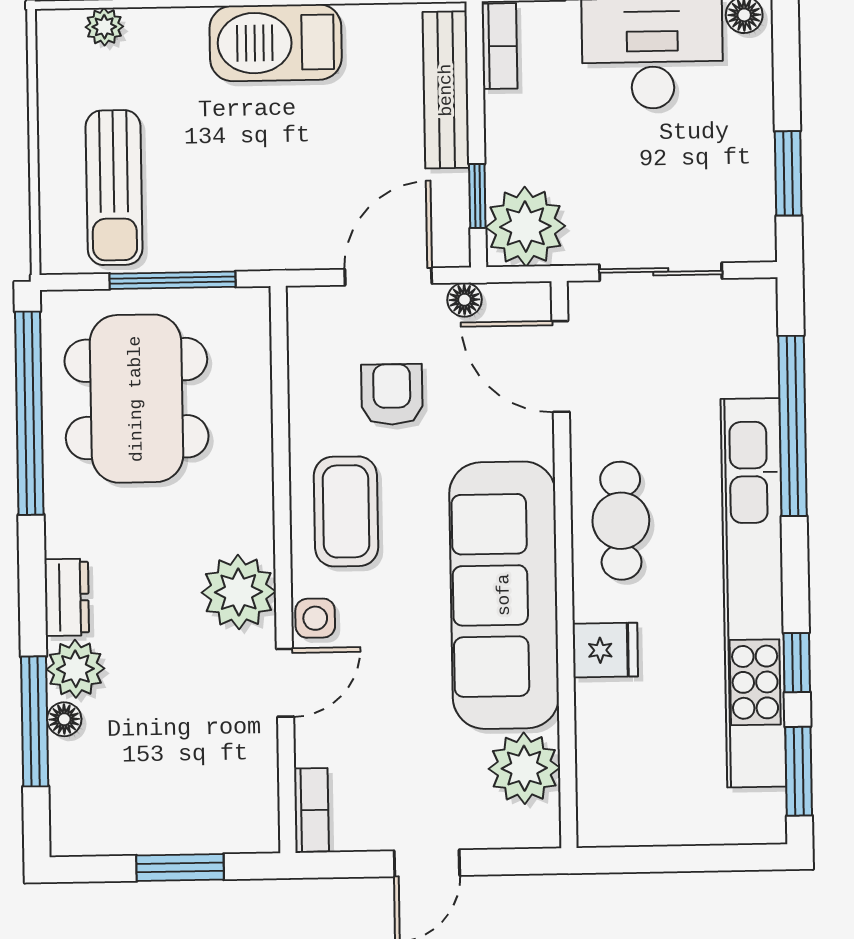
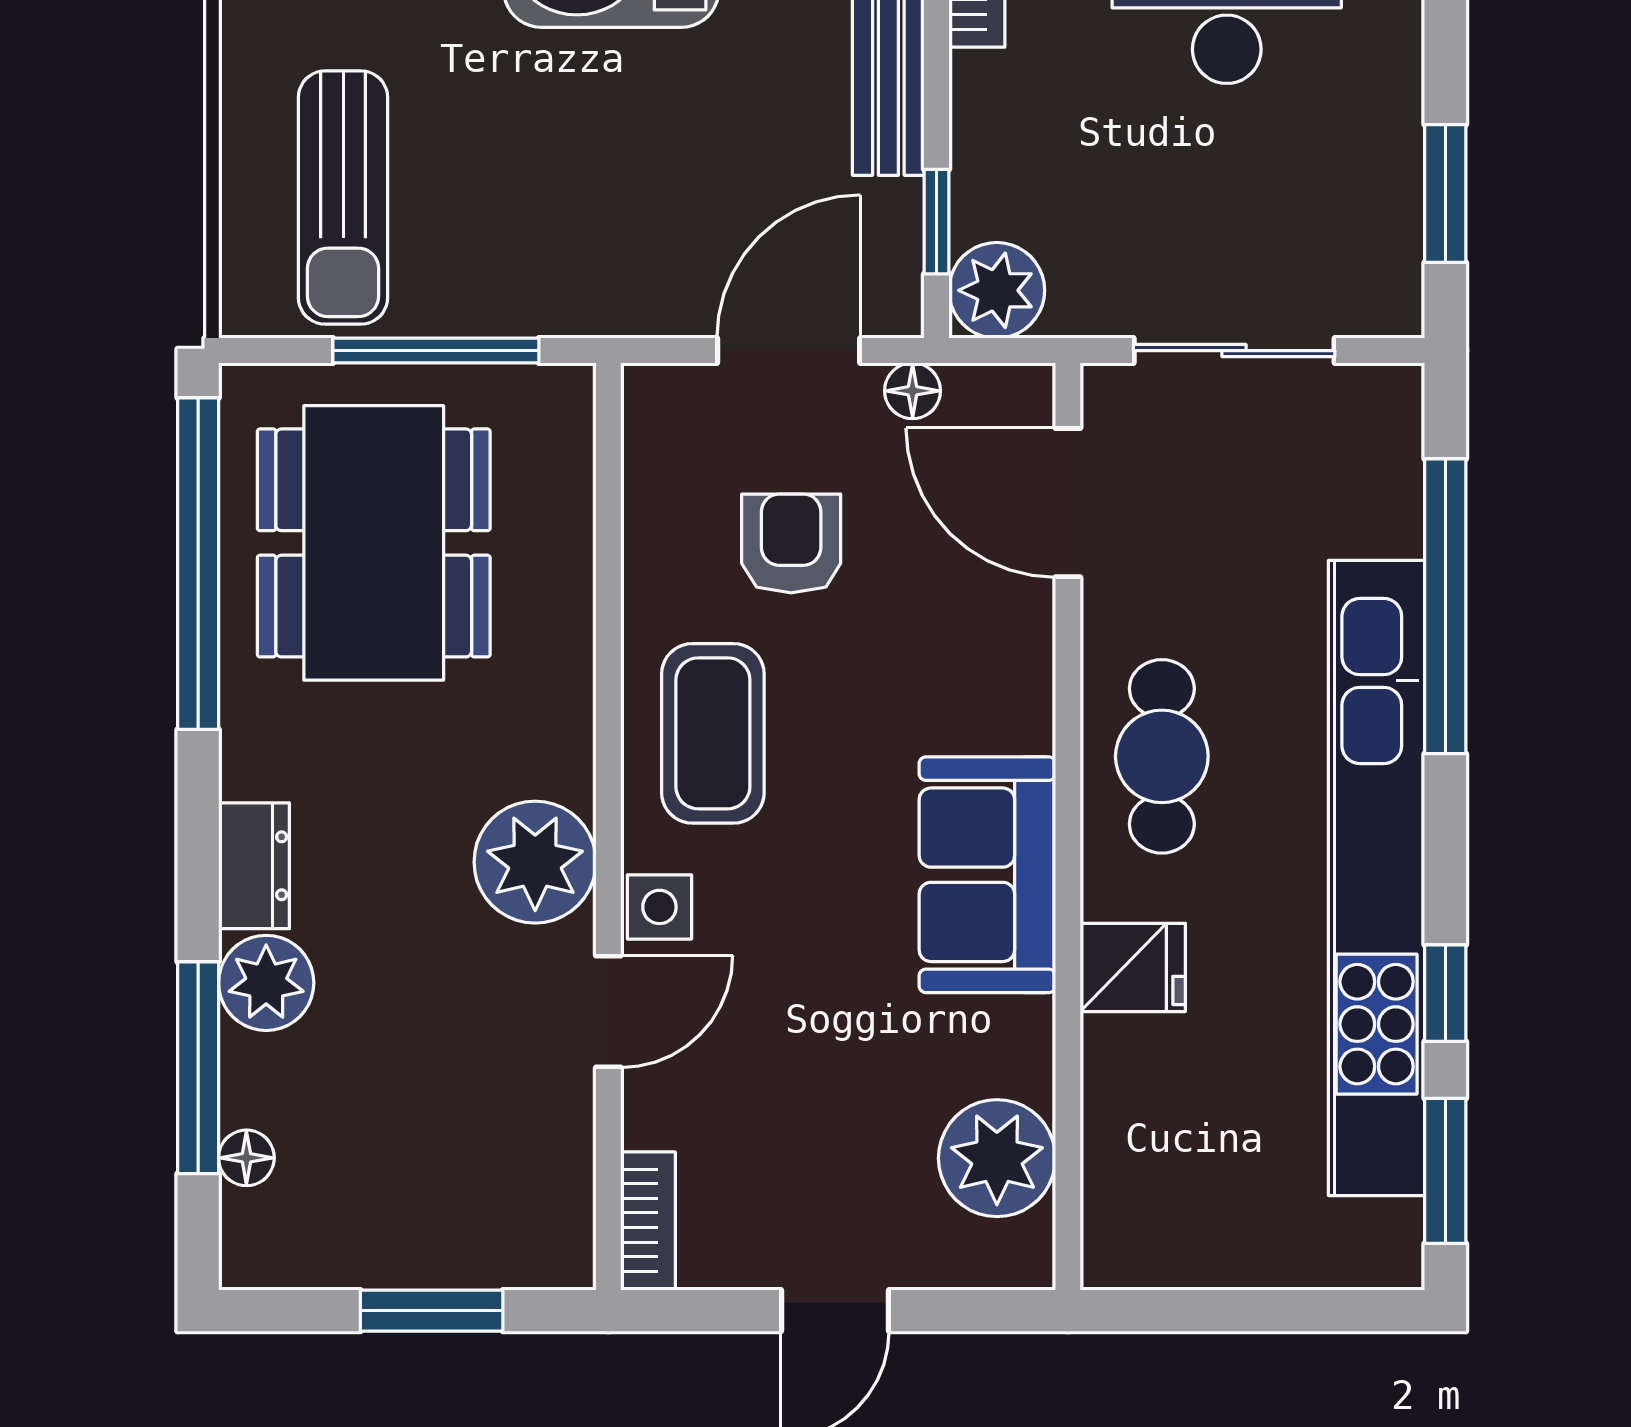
plant: (525, 227) -> (997, 290), width x0.73, depth x0.73
sofa: (504, 595) -> (987, 875), width x0.54, depth x0.79
floor lamp: (64, 719) -> (246, 1158), moved

